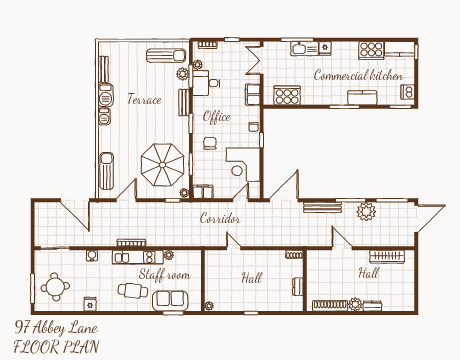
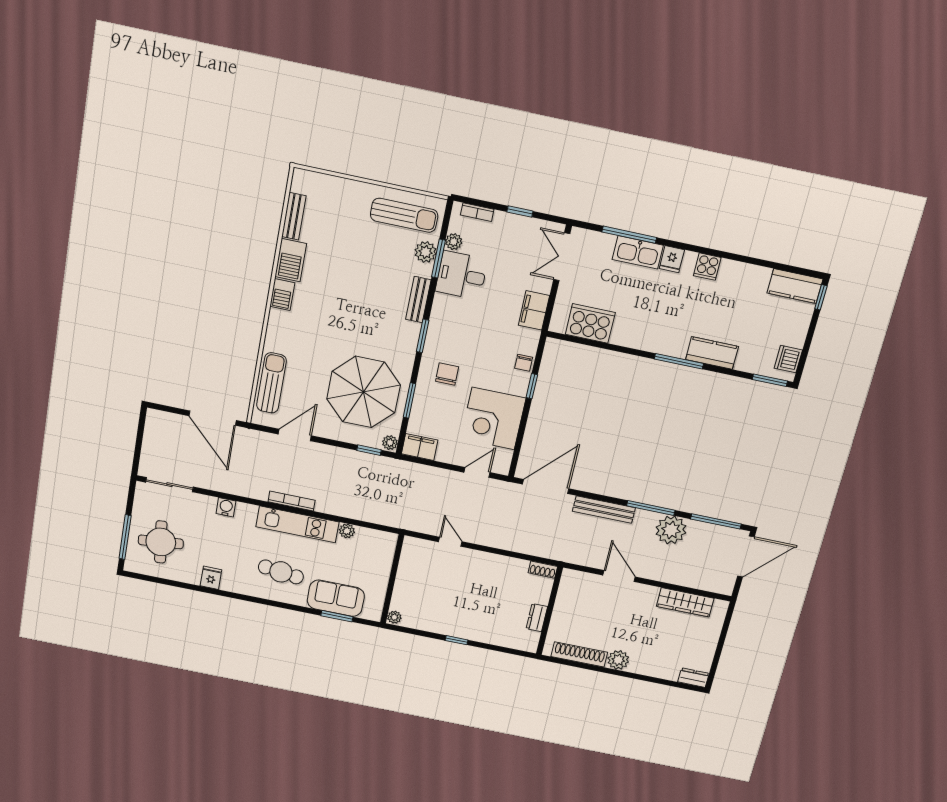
cooker: (371, 51) -> (707, 267), moved, width x0.53, depth x0.76
dresser: (372, 306) -> (693, 678), moved

